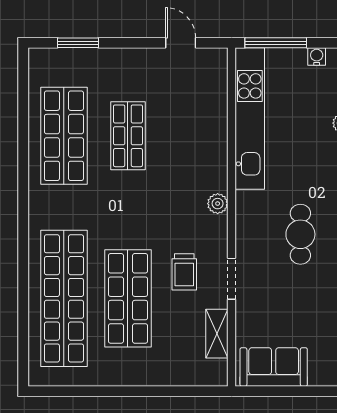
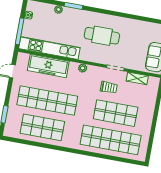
freezer: (208, 123) -> (48, 66), added
shop shelf: (128, 136) -> (47, 100), width x2.00, depth x1.36
cafe table: (300, 234) -> (102, 36), width x1.37, depth x1.35

